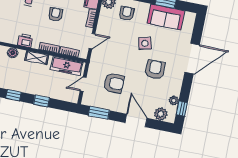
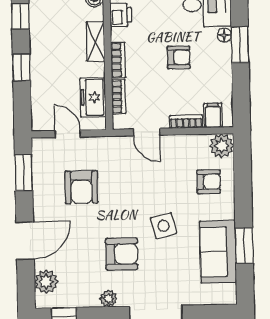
freezer: (67, 66) -> (93, 97), width x0.71
plant: (174, 100) -> (108, 298), moved

